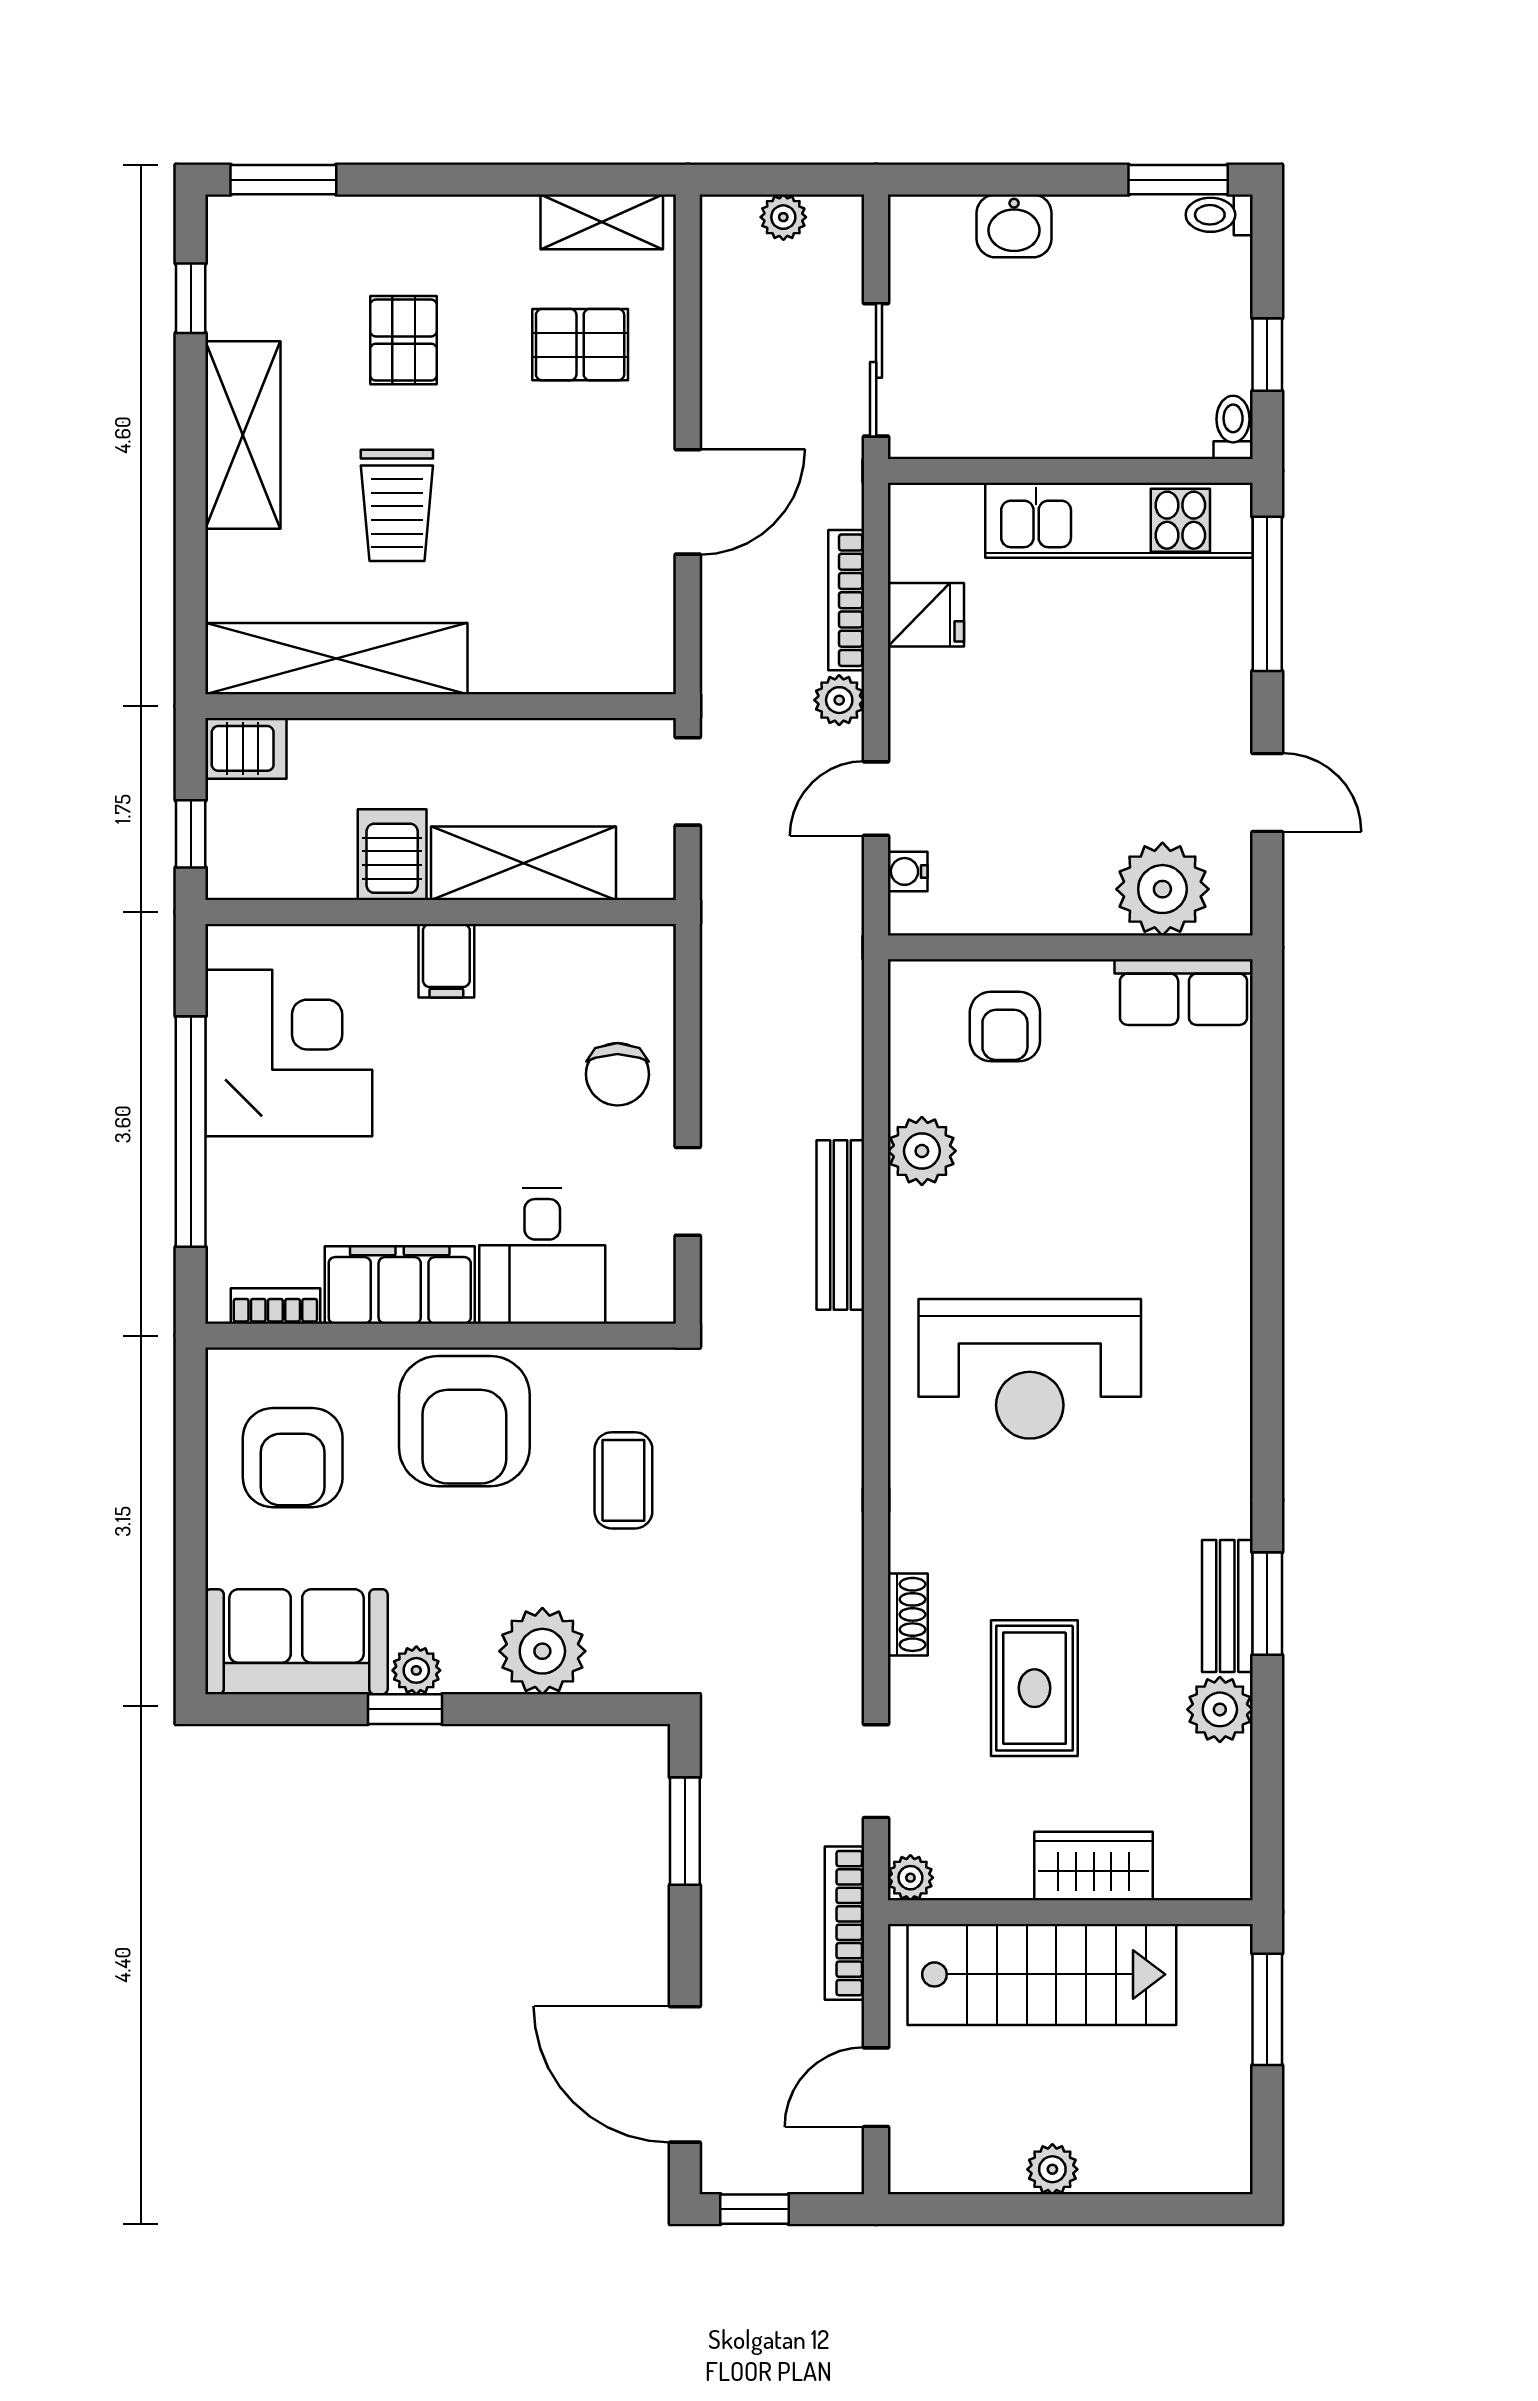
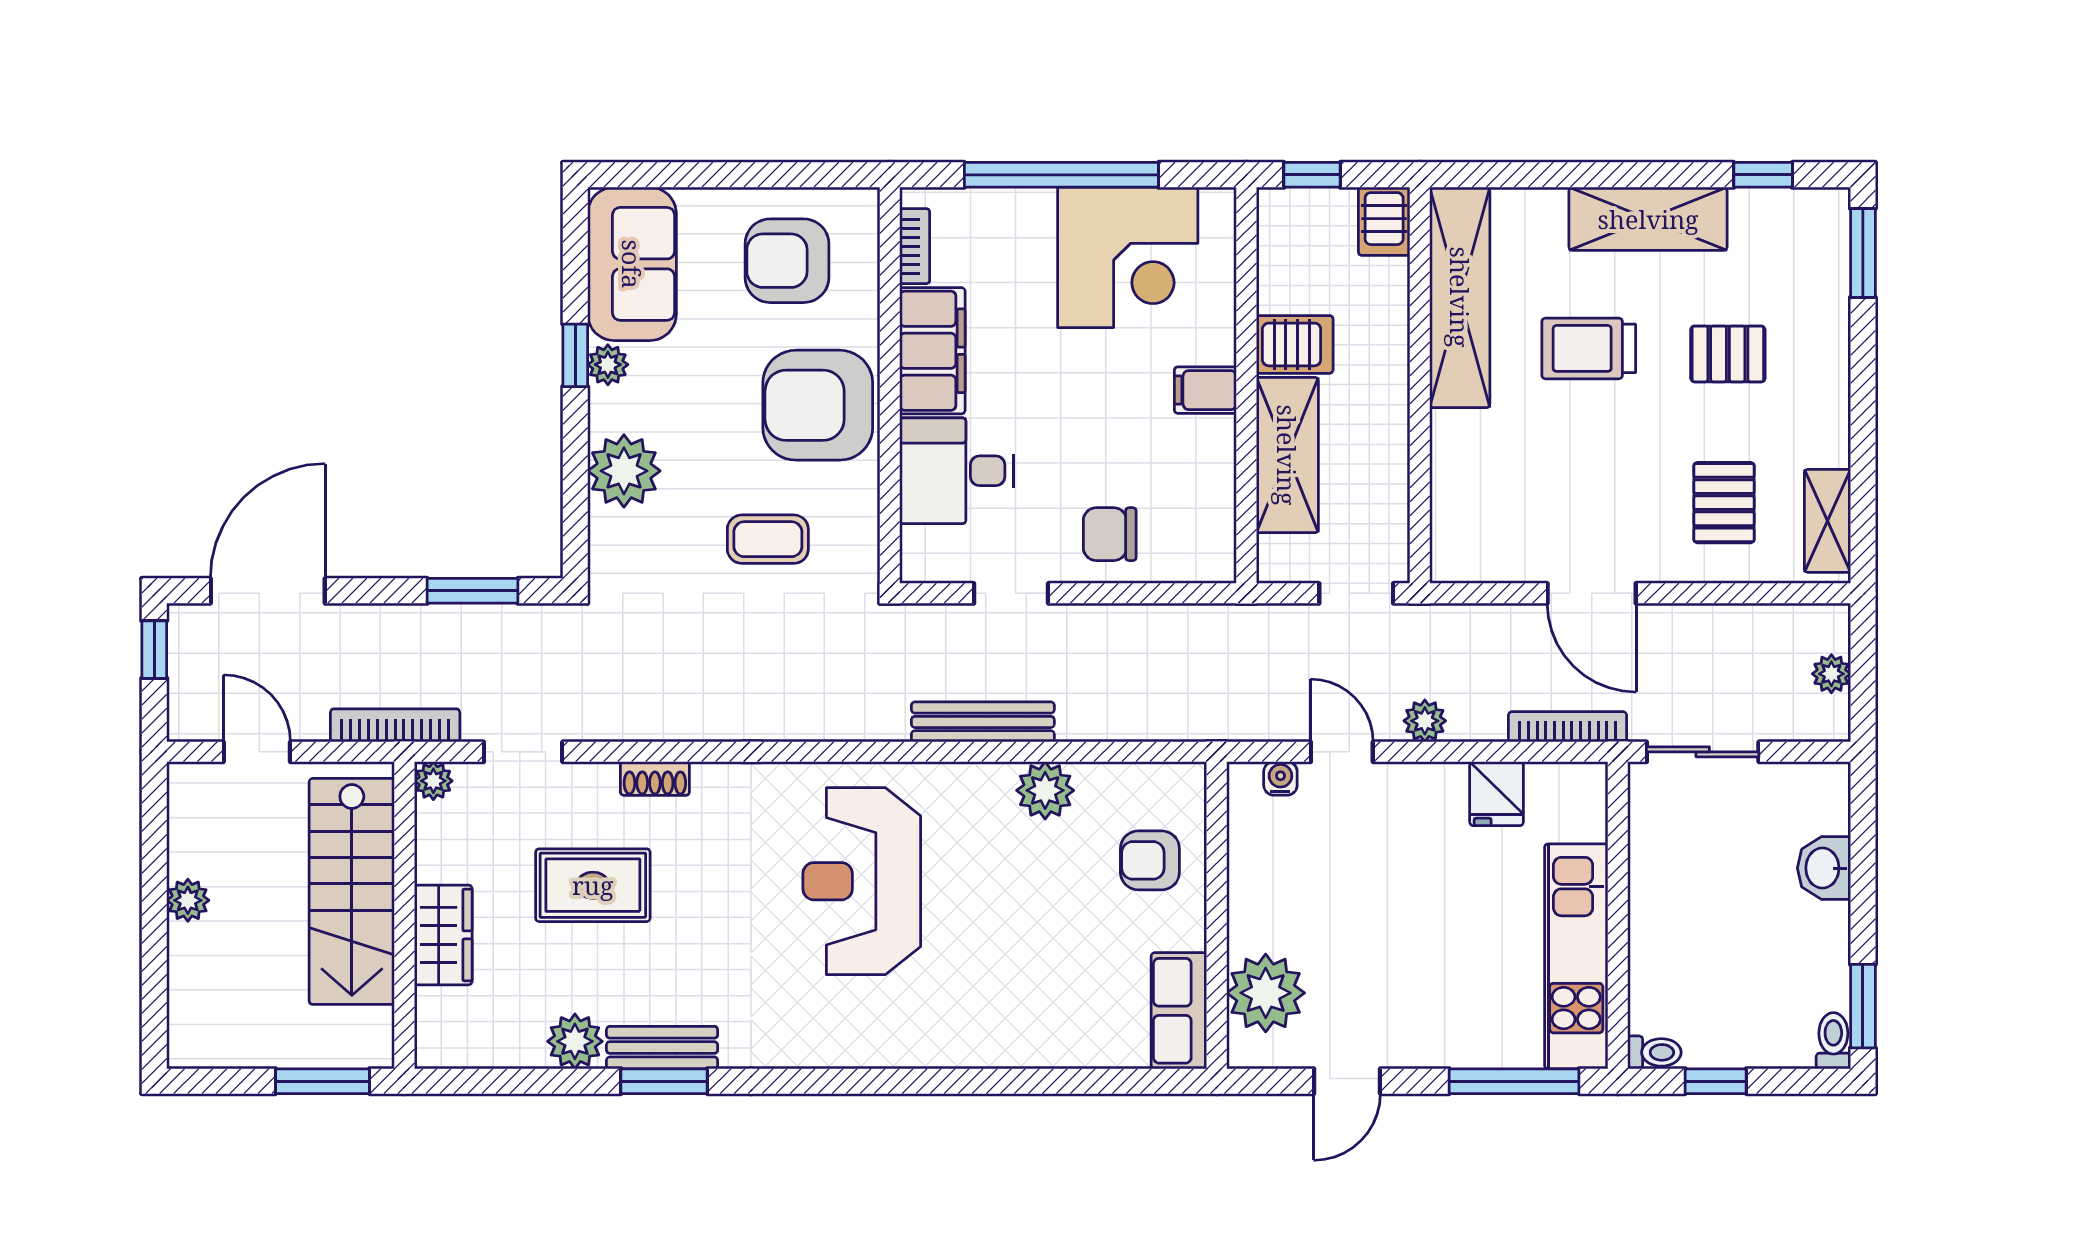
bookcase: (846, 600) -> (1568, 727), moved

